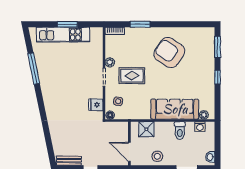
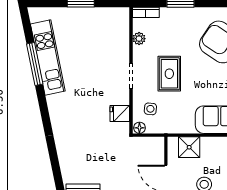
kitchen unit: (63, 35) -> (48, 58), moved, turned -102
plant: (110, 62) -> (139, 39), moved
rug: (132, 76) -> (169, 74), turned 90

